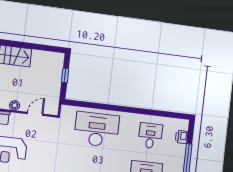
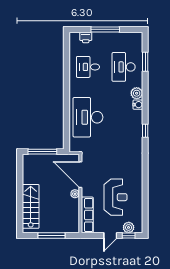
window: (65, 75) -> (42, 152), width x2.17
door: (35, 114) -> (80, 175), width x1.88

